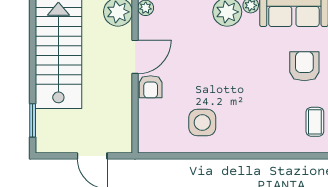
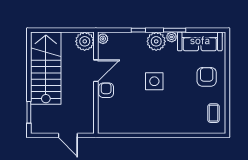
armchair: (151, 87) -> (106, 90), turned 180
side table: (202, 123) -> (154, 81), moved

